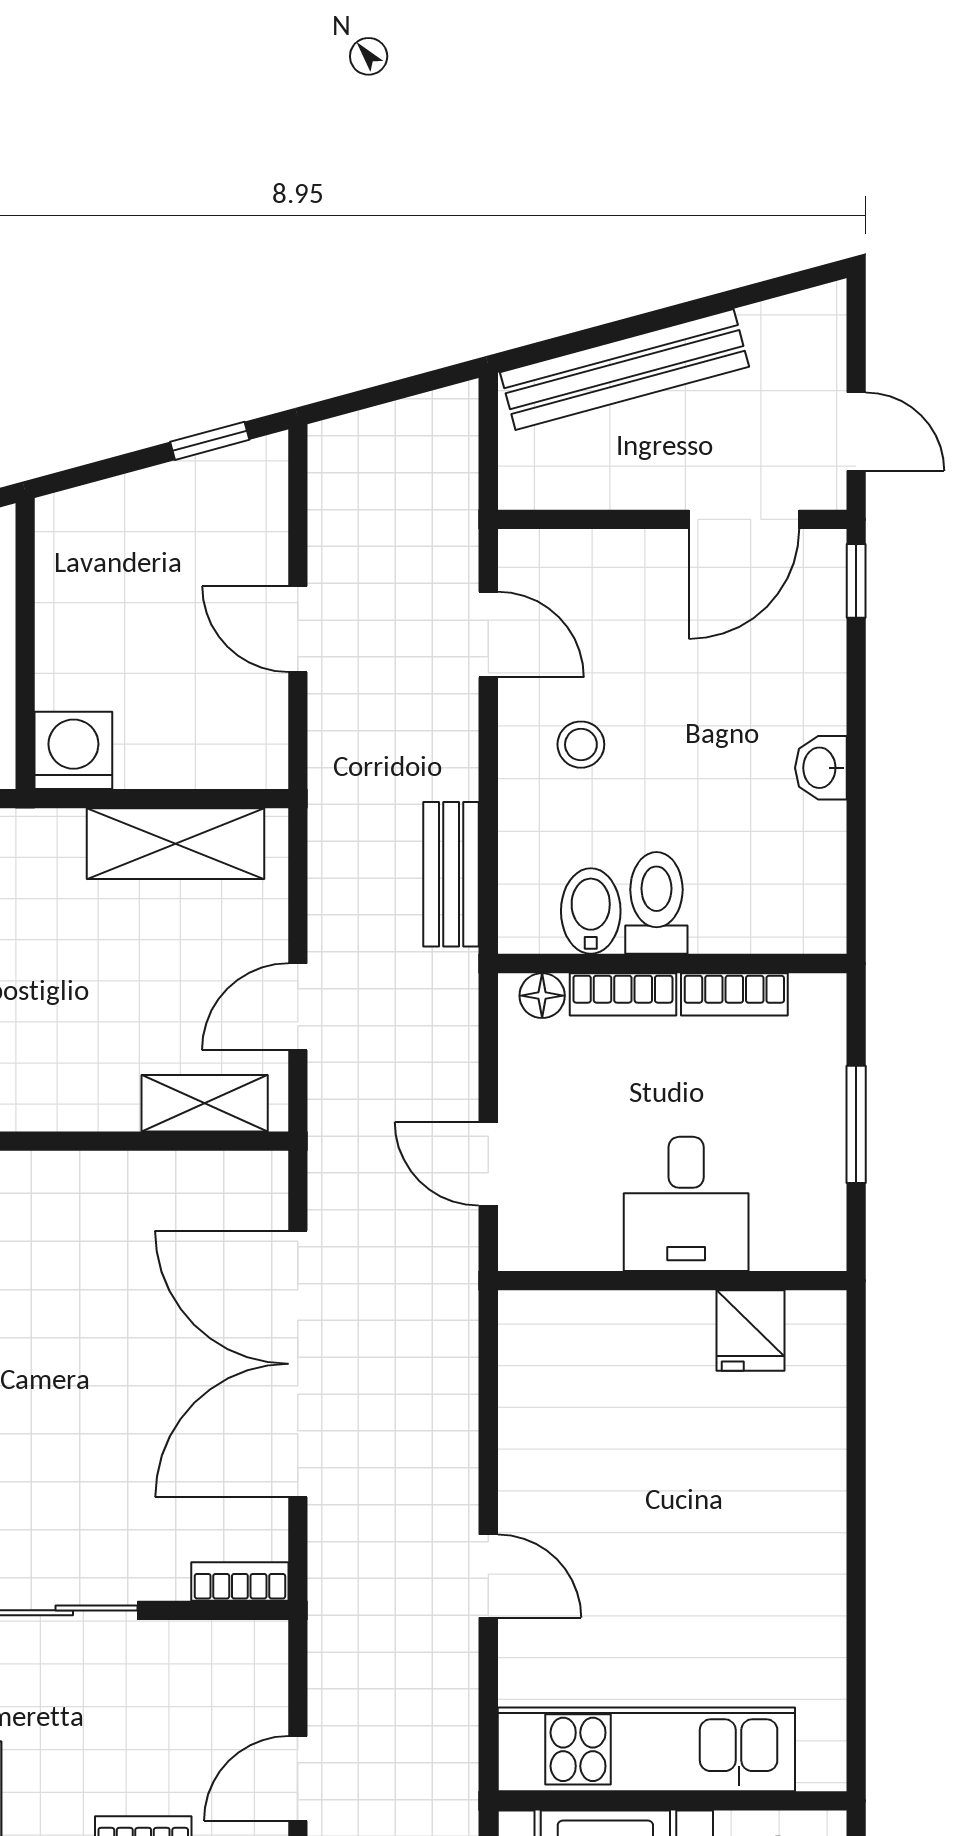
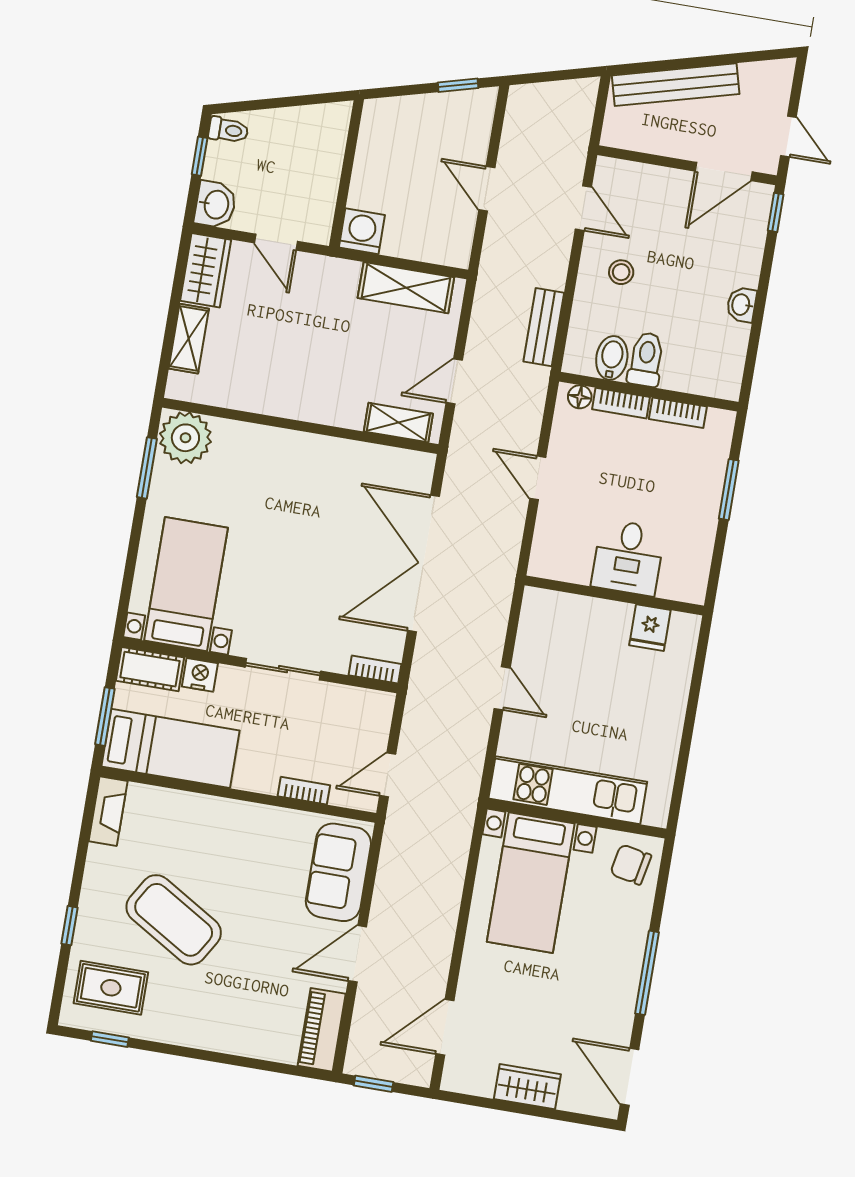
desk: (686, 1204) -> (628, 558), moved
wall: (672, 1281) -> (614, 595), moved
fridge: (750, 1331) -> (650, 628), moved

